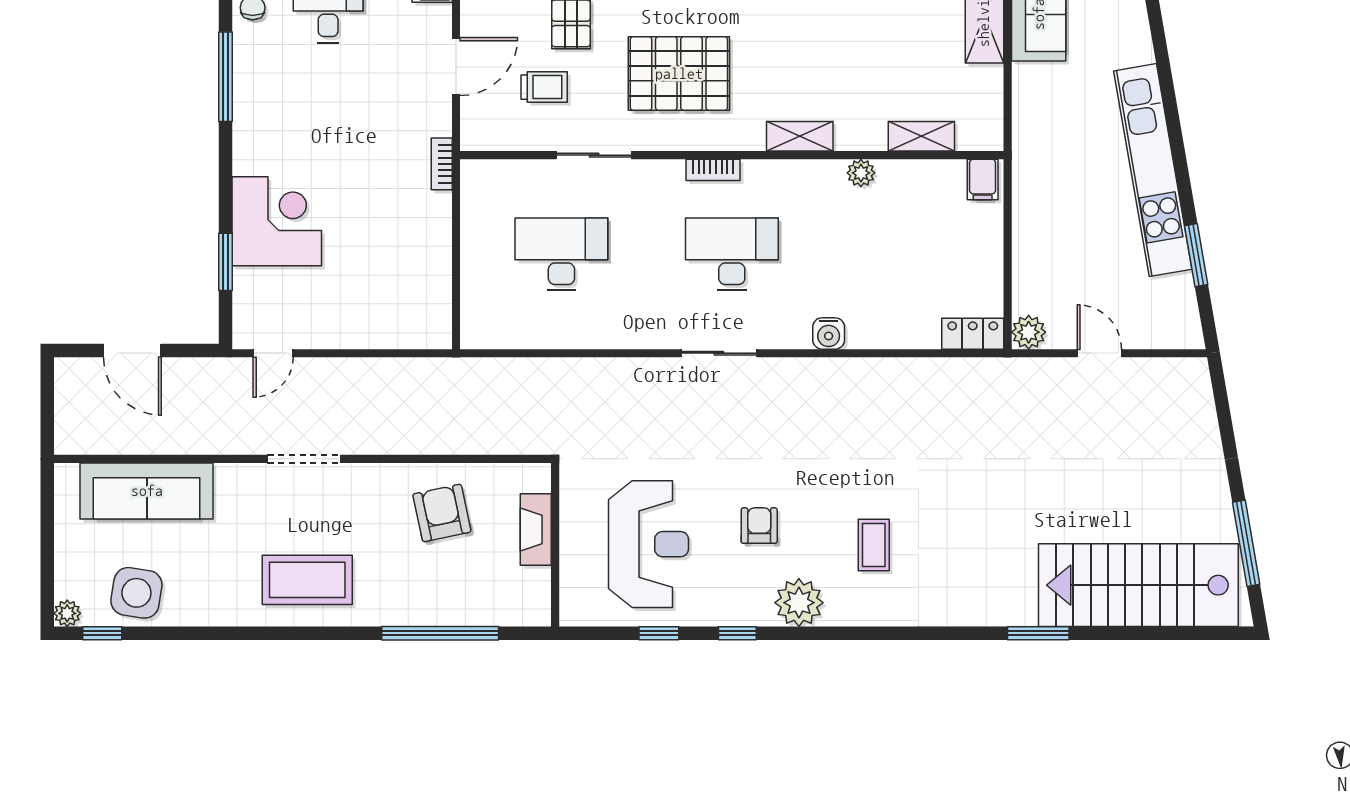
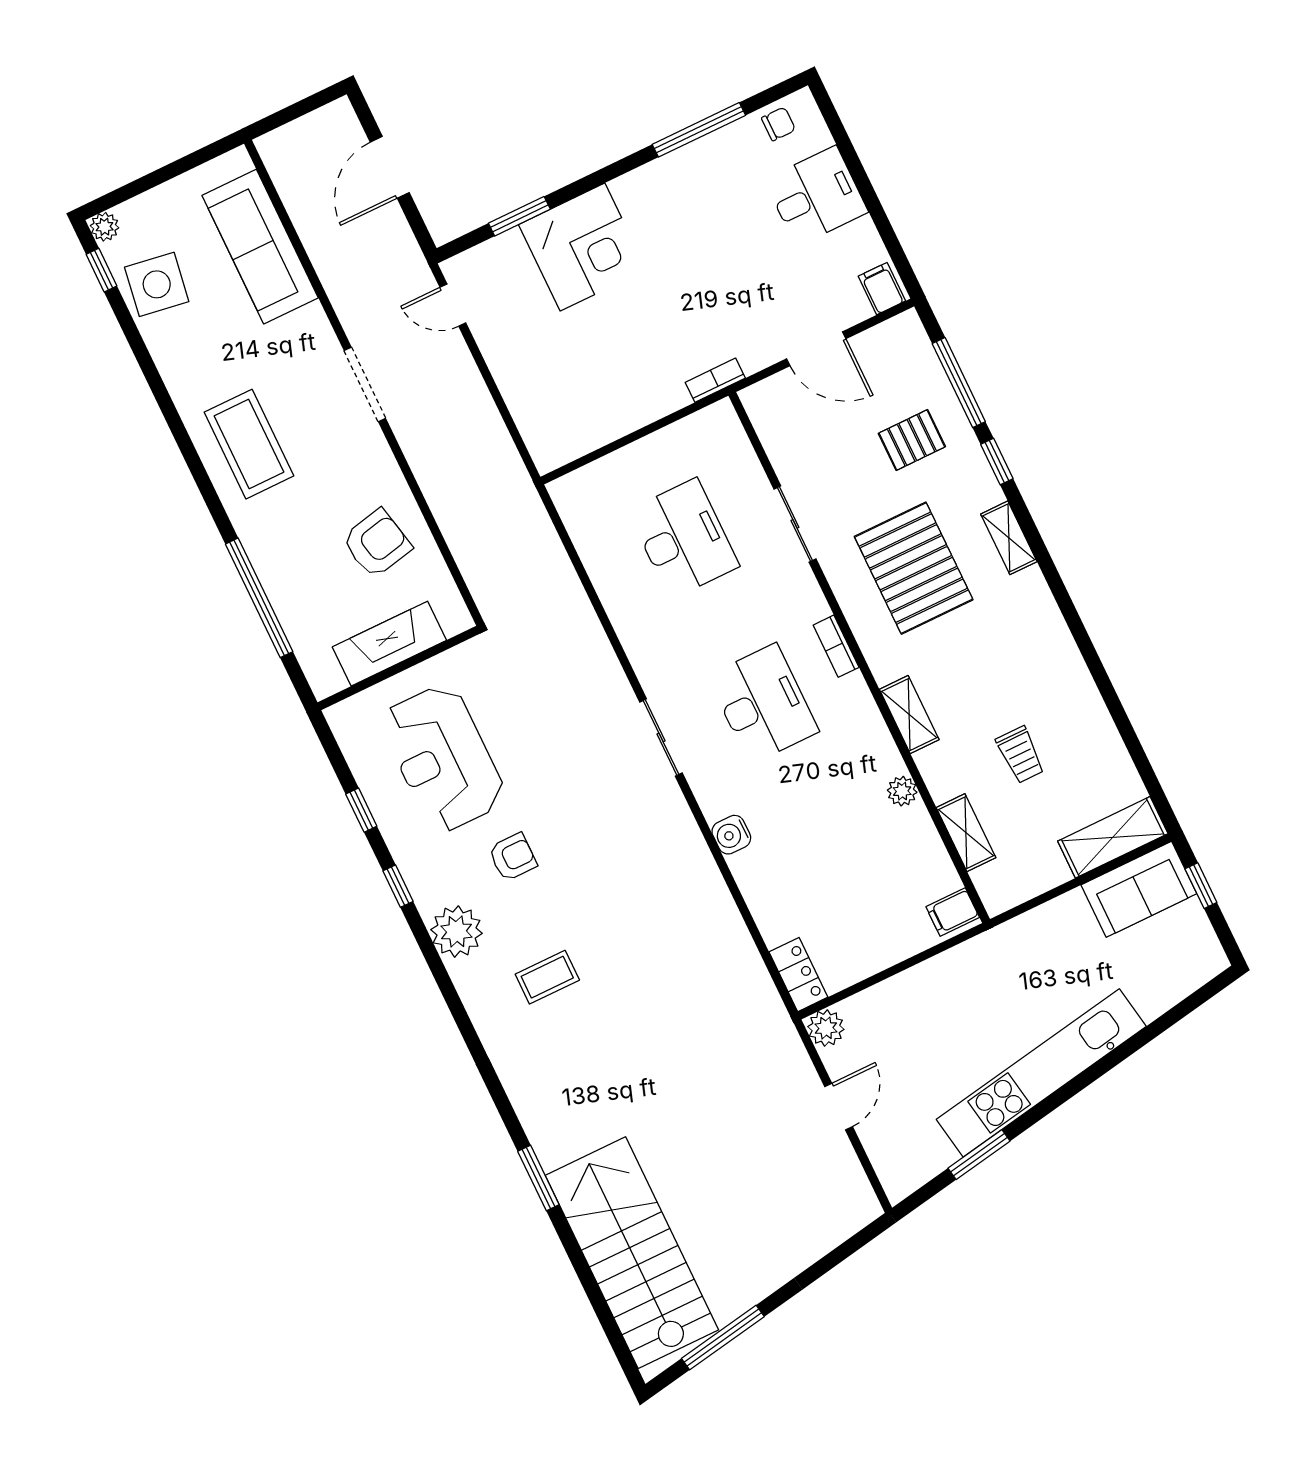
trolley: (544, 87) -> (1020, 755), moved
fireplace: (536, 530) -> (389, 644), width x1.37, depth x1.32
reception desk: (648, 544) -> (443, 758), turned 90

